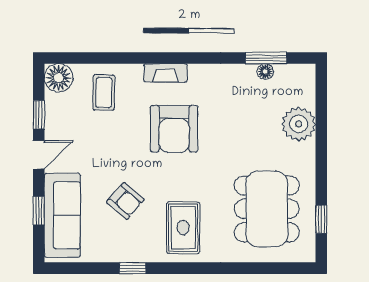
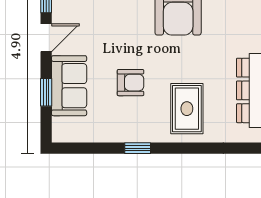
armchair: (125, 201) -> (130, 83), turned -41
sofa: (62, 215) -> (69, 86), width x0.73

